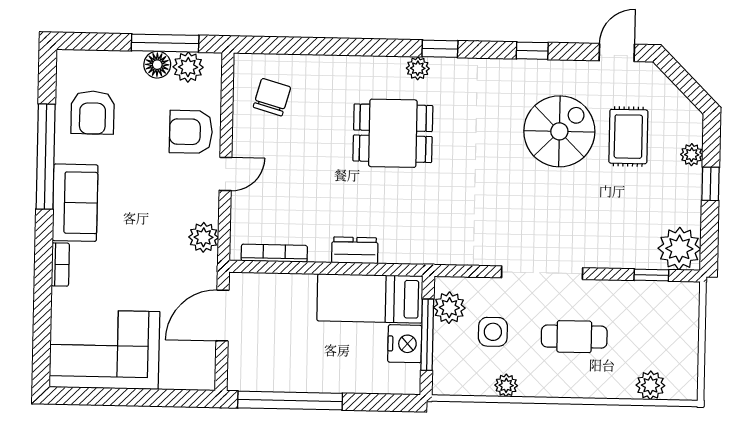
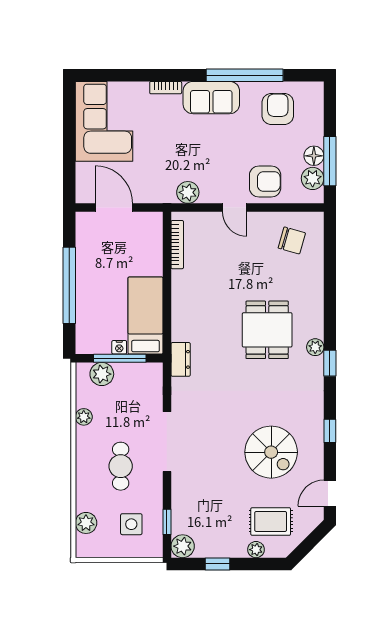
door: (617, 53) -> (330, 493), swing flipped
armchair: (93, 113) -> (278, 109), turned 90
armchair: (191, 132) -> (265, 181), turned 90
rug: (628, 137) -> (271, 521), moved
window: (710, 184) -> (217, 564), moved
plant: (679, 249) -> (183, 546), width x0.73, depth x0.73
dresser: (355, 250) -> (181, 359), moved
plant: (449, 308) -> (102, 374), moved
door: (222, 316) -> (114, 208), moved
side table: (493, 332) -> (131, 524), moved
nightstand: (405, 344) -> (119, 347), width x0.53, depth x0.56
window: (290, 401) -> (69, 285), moved

